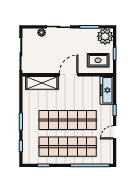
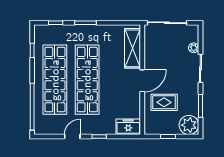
rug: (98, 60) -> (164, 102), moved, turned 90
door: (69, 75) -> (142, 81), hinge flipped
freezer: (107, 90) -> (128, 127), width x0.71
door: (115, 132) -> (72, 137), hinge flipped

